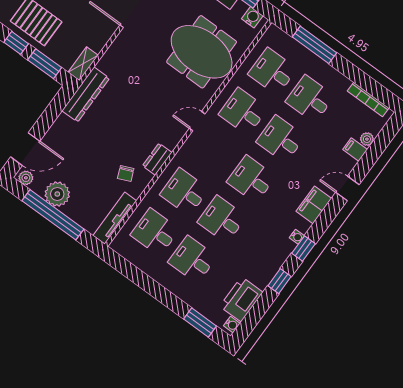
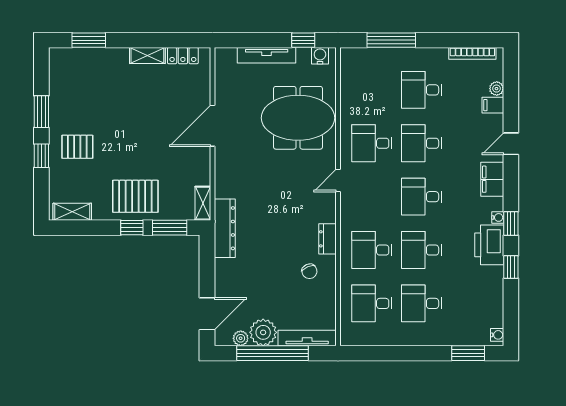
desk: (272, 72) -> (372, 90), removed
plant: (26, 178) -> (241, 338), moved
tv unit: (115, 218) -> (307, 338), moved, turned 90
printer: (241, 299) -> (489, 245), moved

